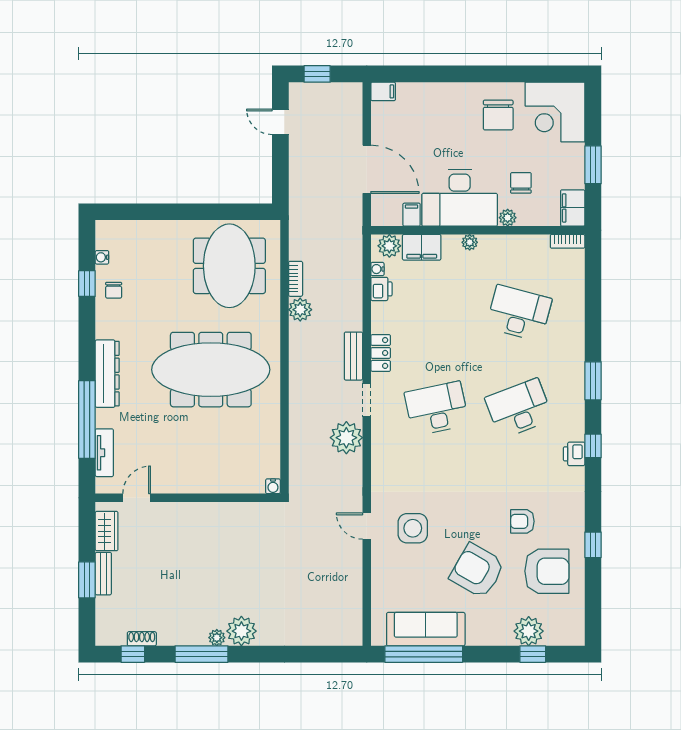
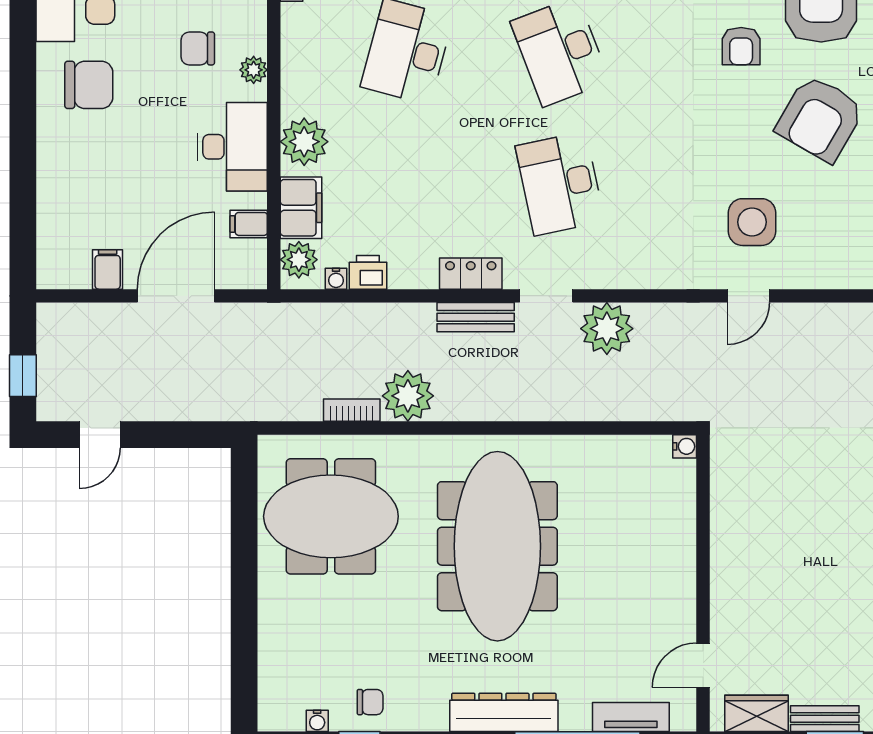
filing cabinet: (383, 91) -> (108, 270), moved
desk: (460, 198) -> (232, 147), width x0.73, depth x0.77
plant: (470, 242) -> (304, 142), width x1.88, depth x1.88
plant: (300, 310) -> (408, 396), width x1.36, depth x1.36
door: (137, 498) -> (703, 665), hinge flipped

